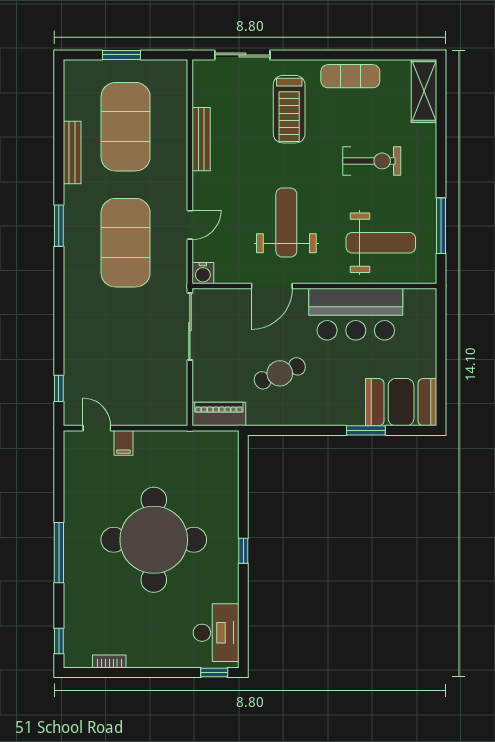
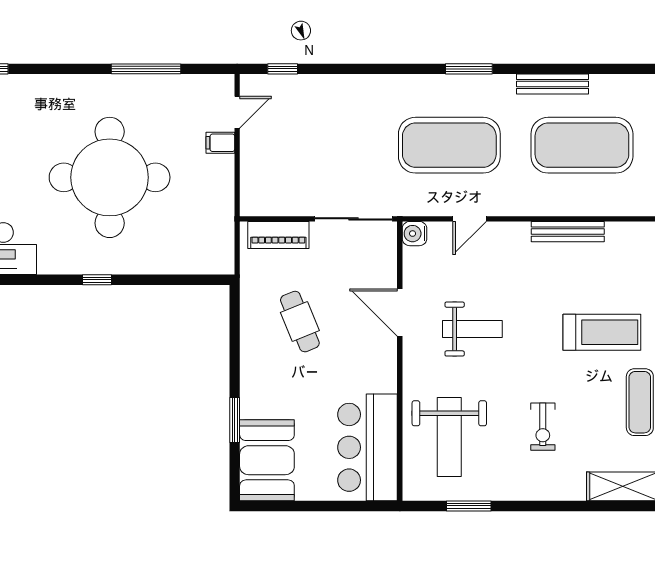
treadmill: (289, 109) -> (602, 332), turned 180
exercise bike: (372, 161) -> (543, 427), width x0.73, depth x0.72
weight bench: (286, 222) -> (472, 329), width x0.73, depth x0.75
door: (190, 225) -> (470, 219), hinge flipped
window: (441, 226) -> (469, 506), width x0.69
bar counter: (356, 314) -> (367, 447), moved
piano: (219, 414) -> (278, 235), moved, turned 90
window: (59, 553) -> (146, 69), moved

